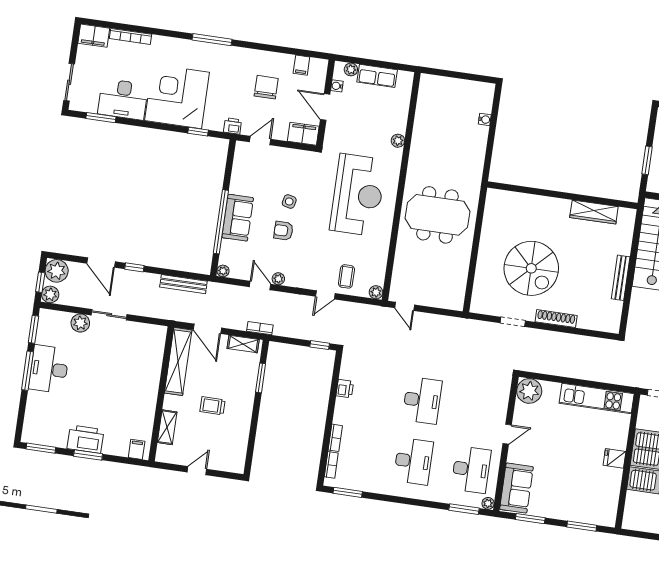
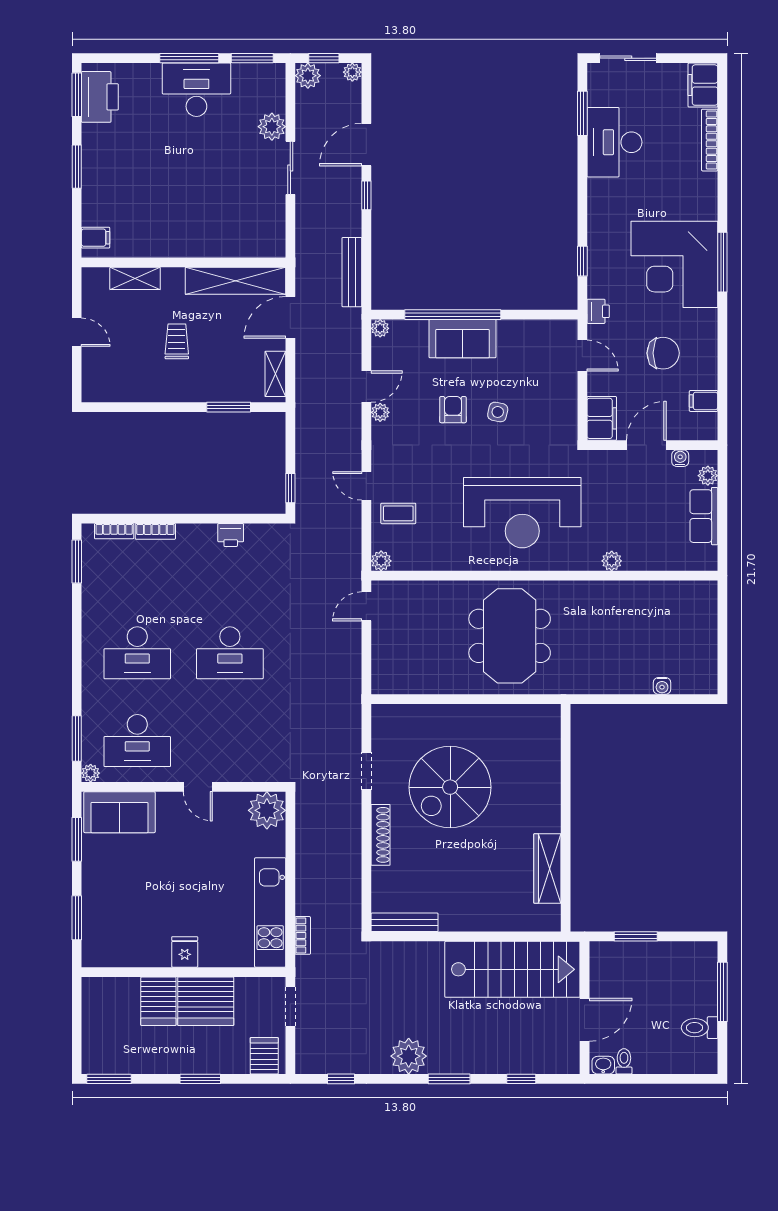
corner desk: (177, 96) -> (674, 264), moved, turned 180
plant: (57, 271) -> (352, 72), width x0.53, depth x0.53
bench: (621, 278) -> (405, 922), moved
bookcase: (260, 328) -> (303, 935), moved
printer: (85, 439) -> (100, 97), moved

